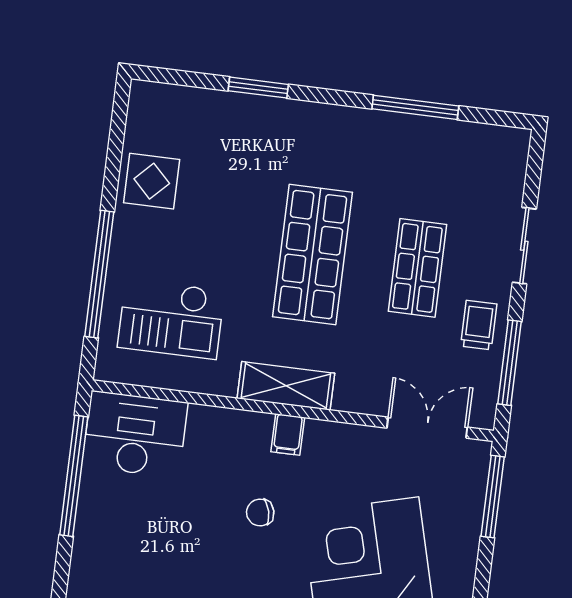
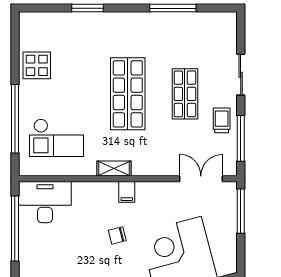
shelving: (286, 386) -> (114, 168), width x0.67, depth x0.75

